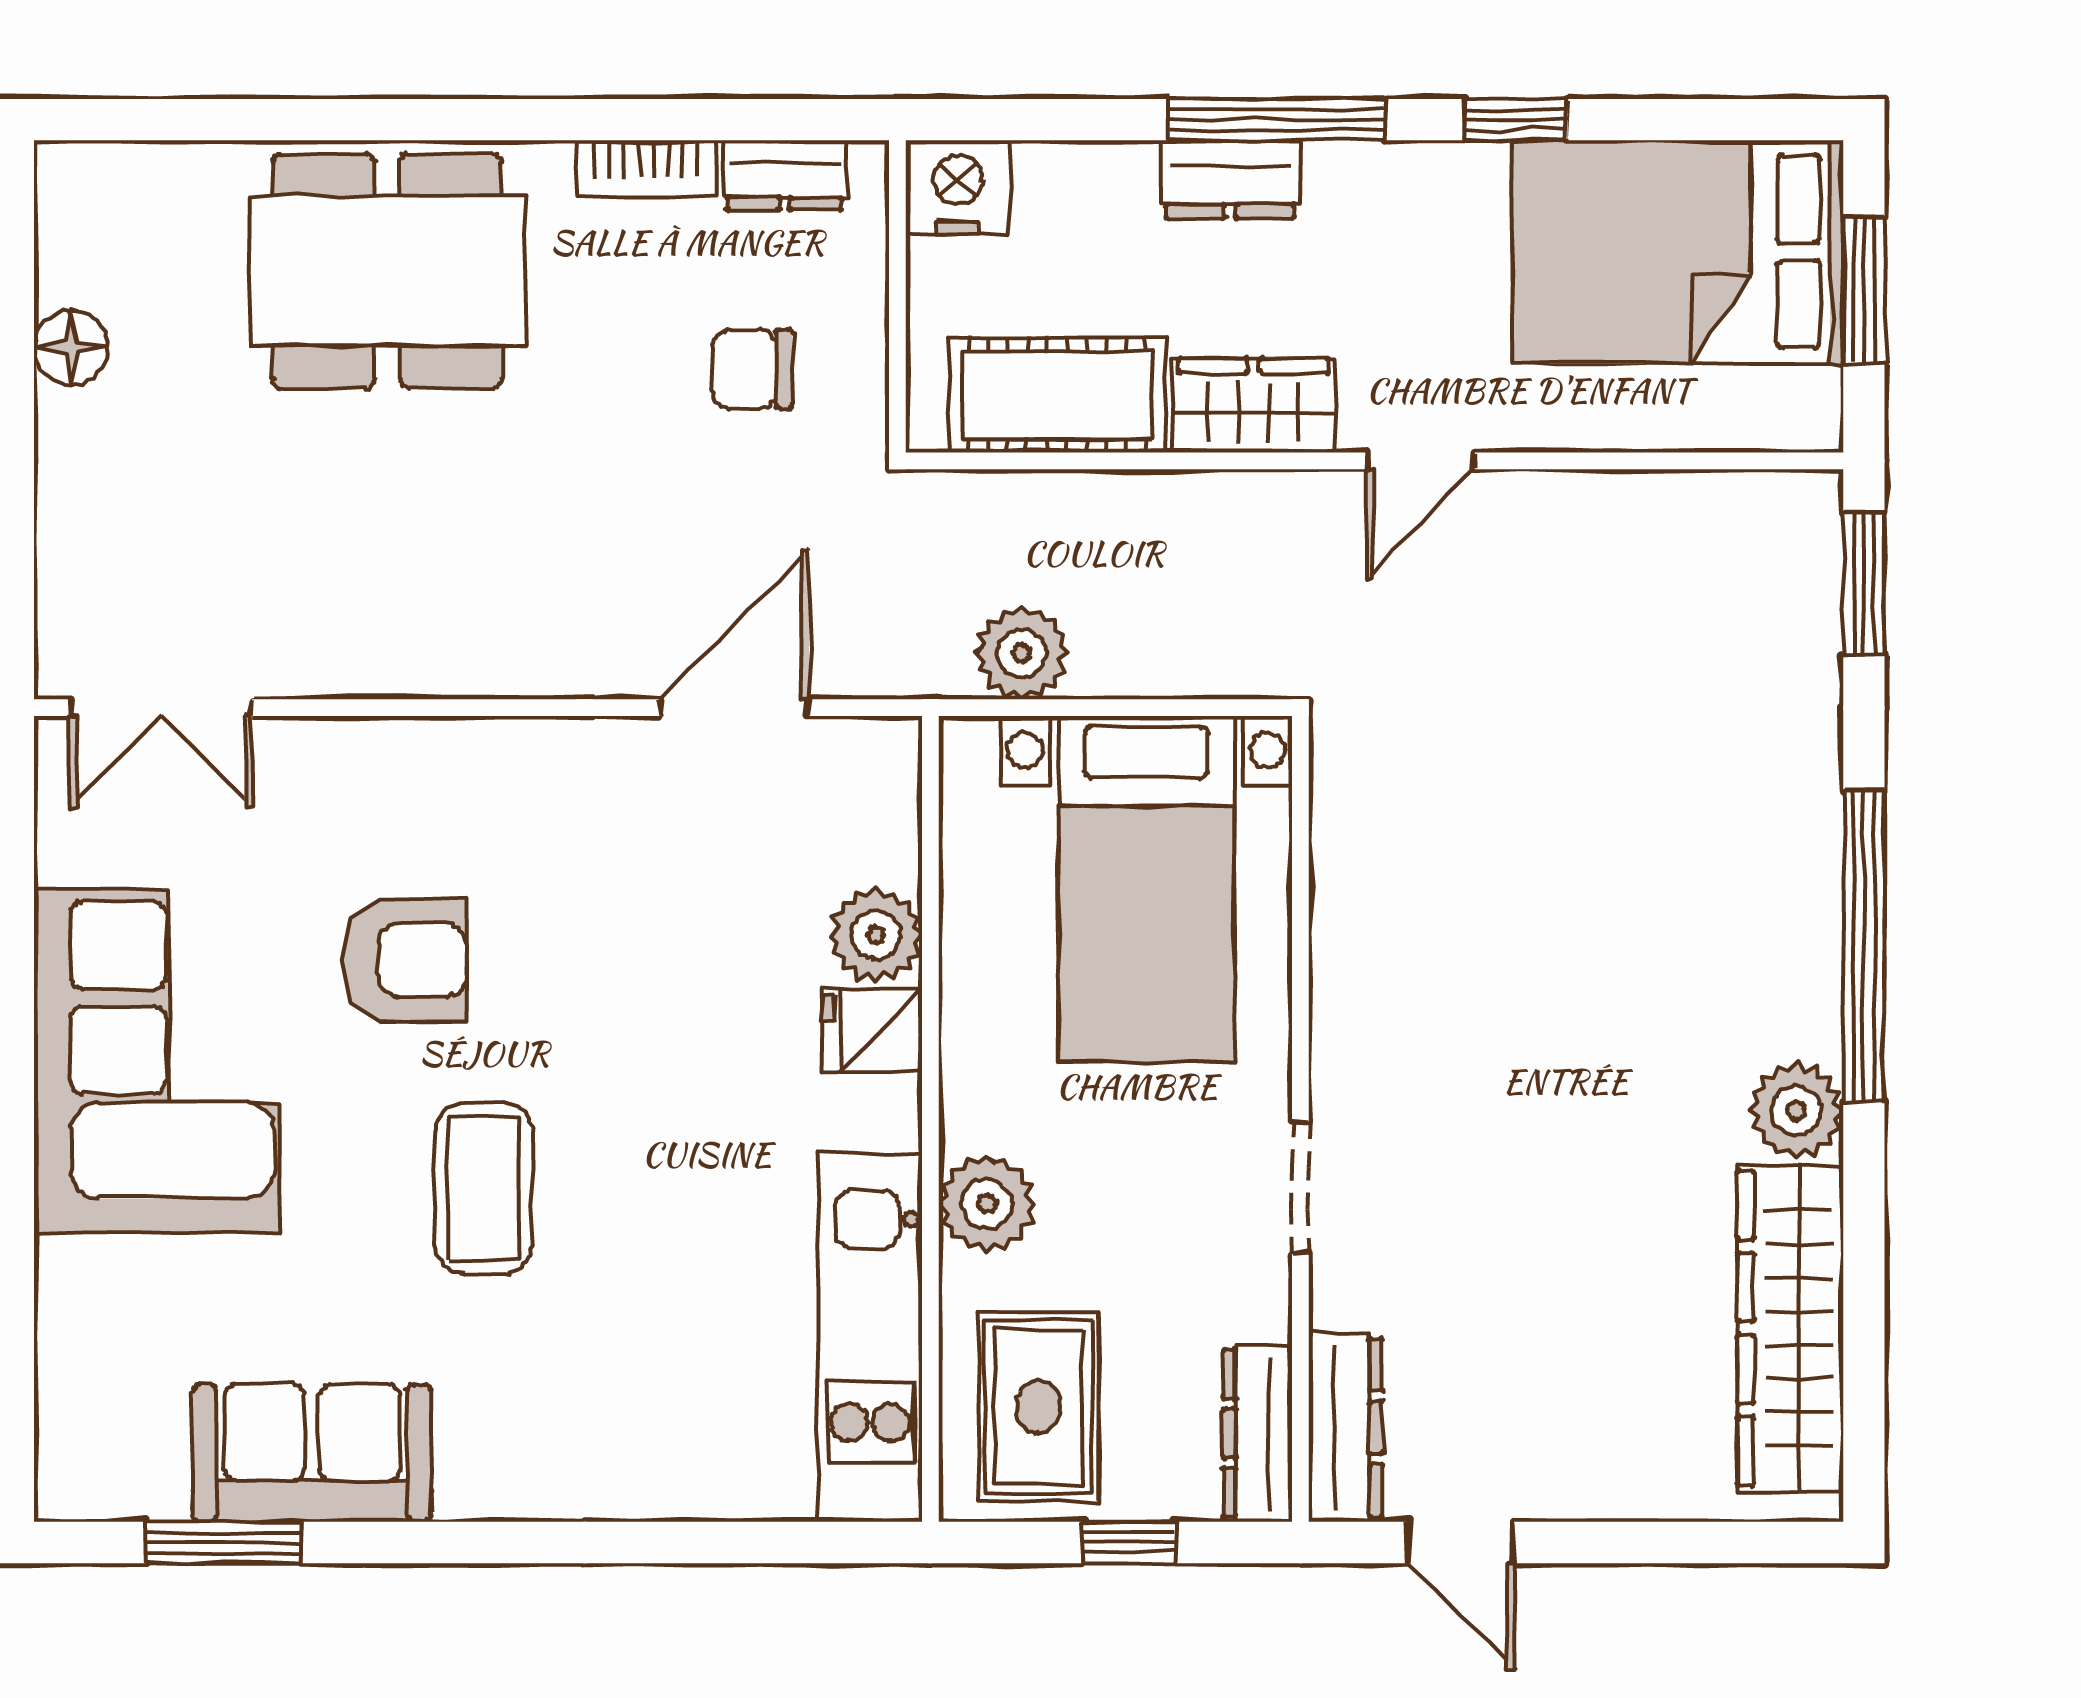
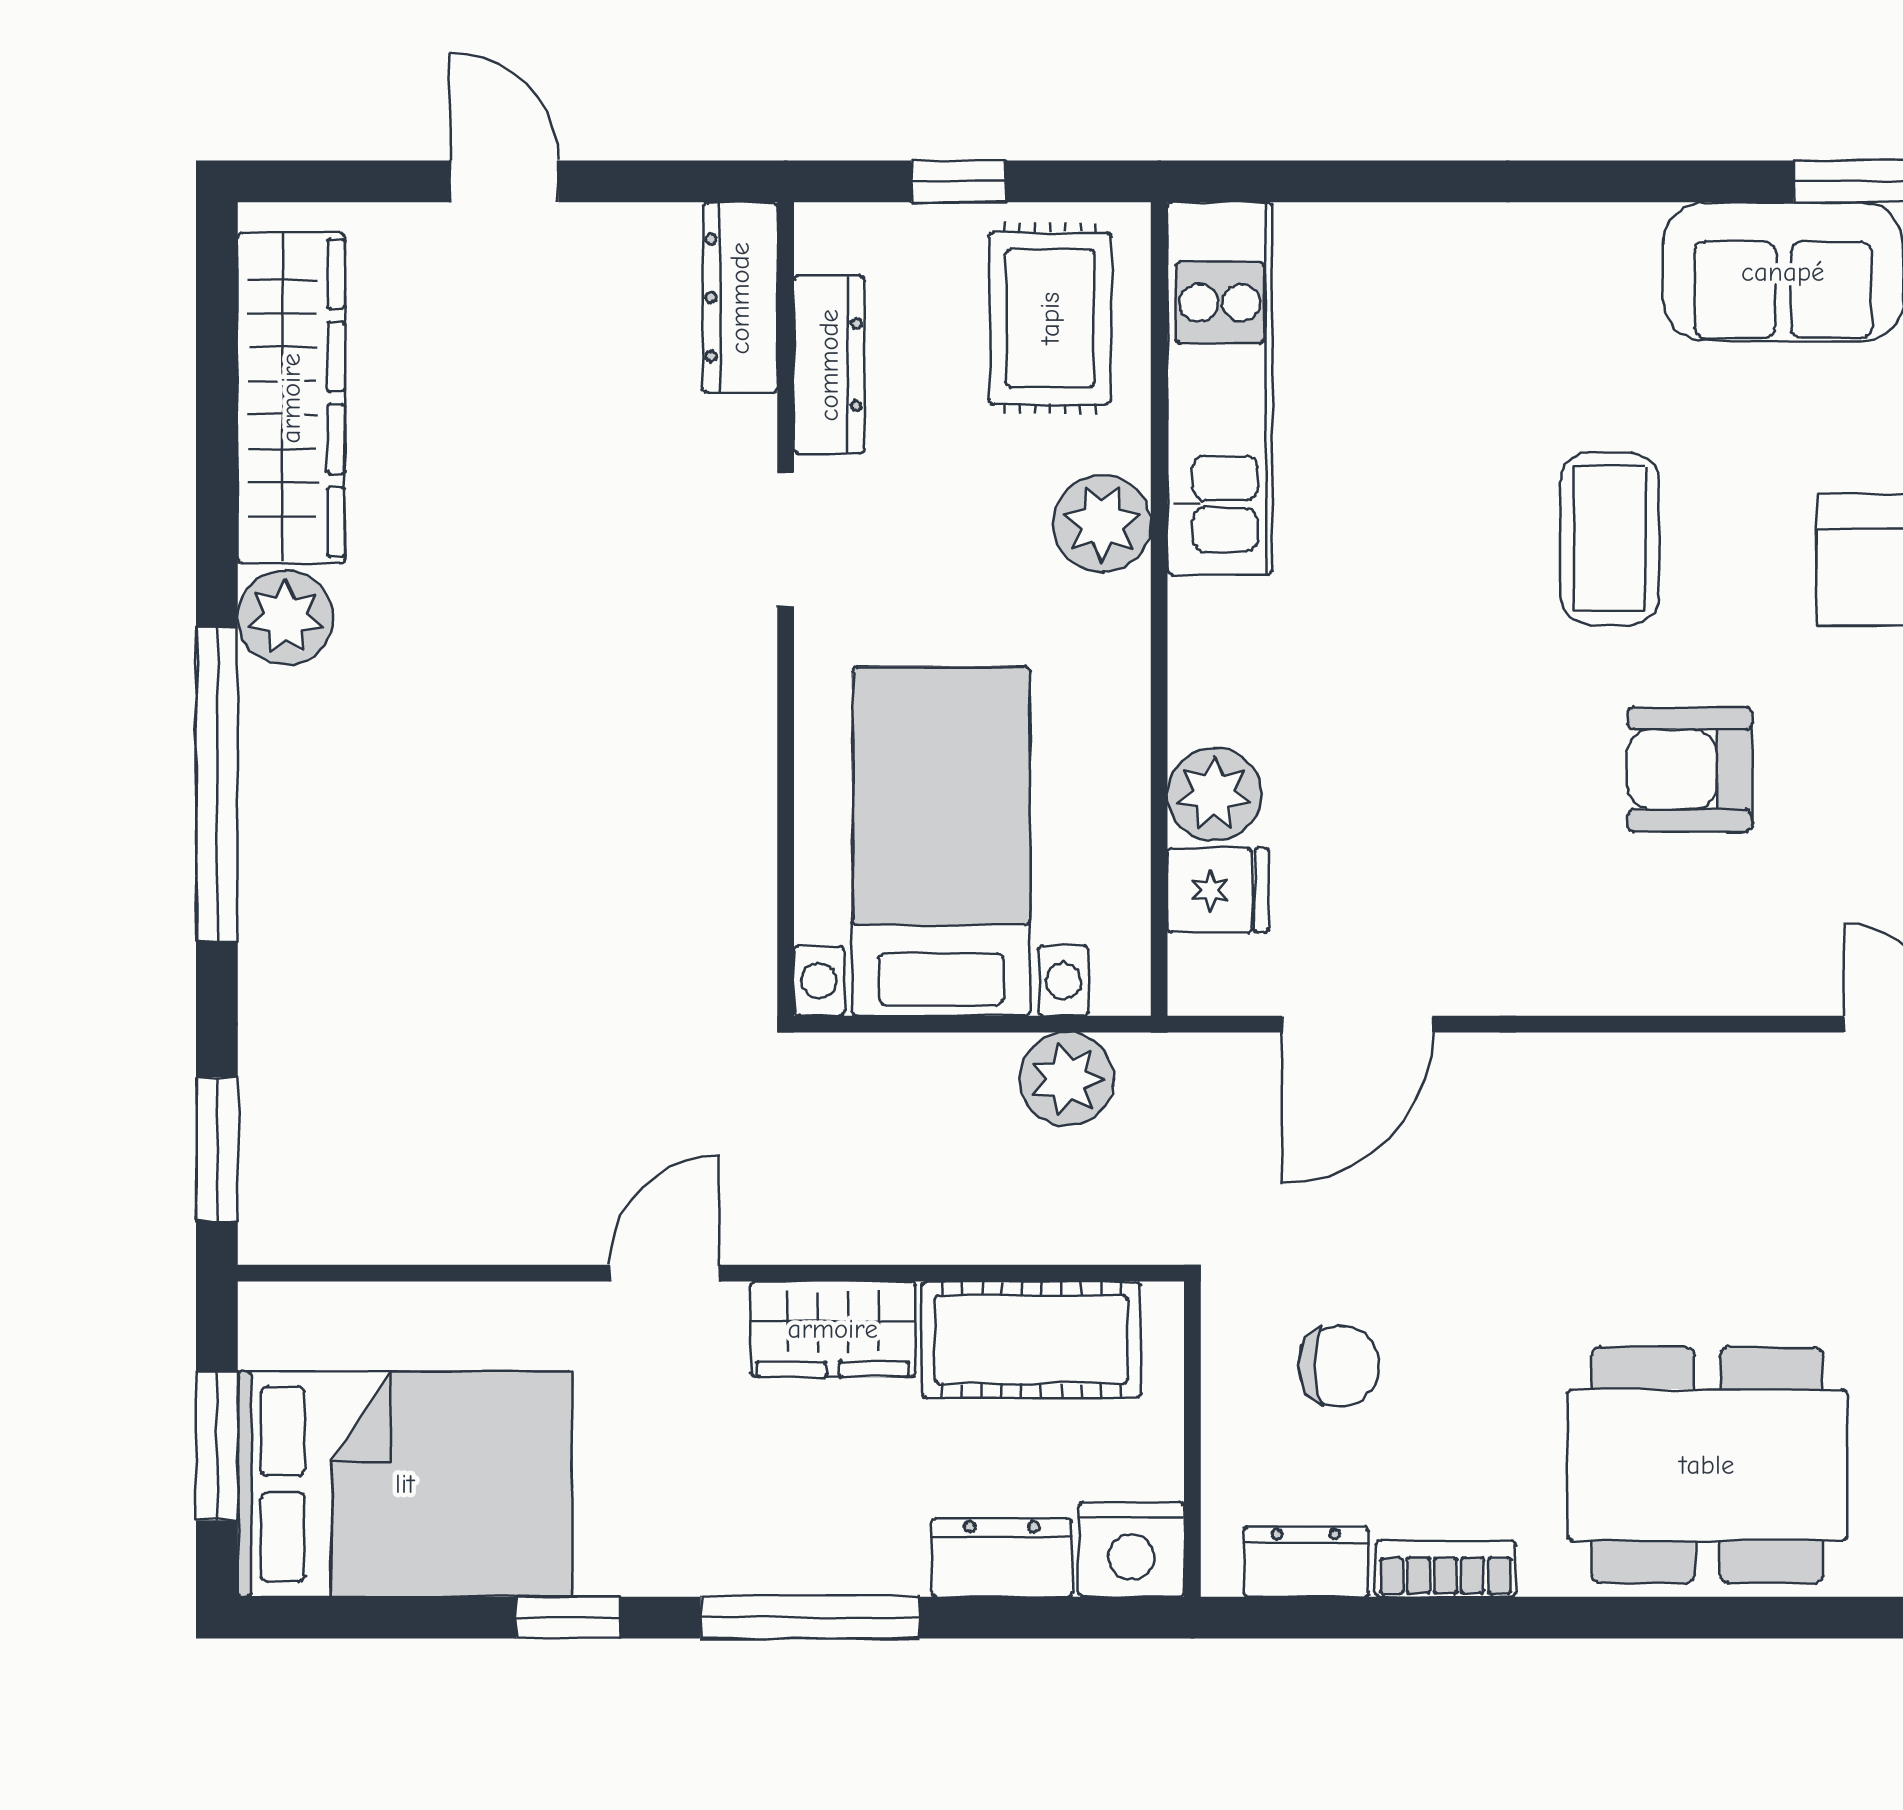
dresser: (1230, 179) -> (1002, 1557), moved
fridge: (872, 1030) -> (1218, 890), moved
dresser: (1258, 1434) -> (829, 365), moved
door: (1461, 1543) -> (504, 181), moved

